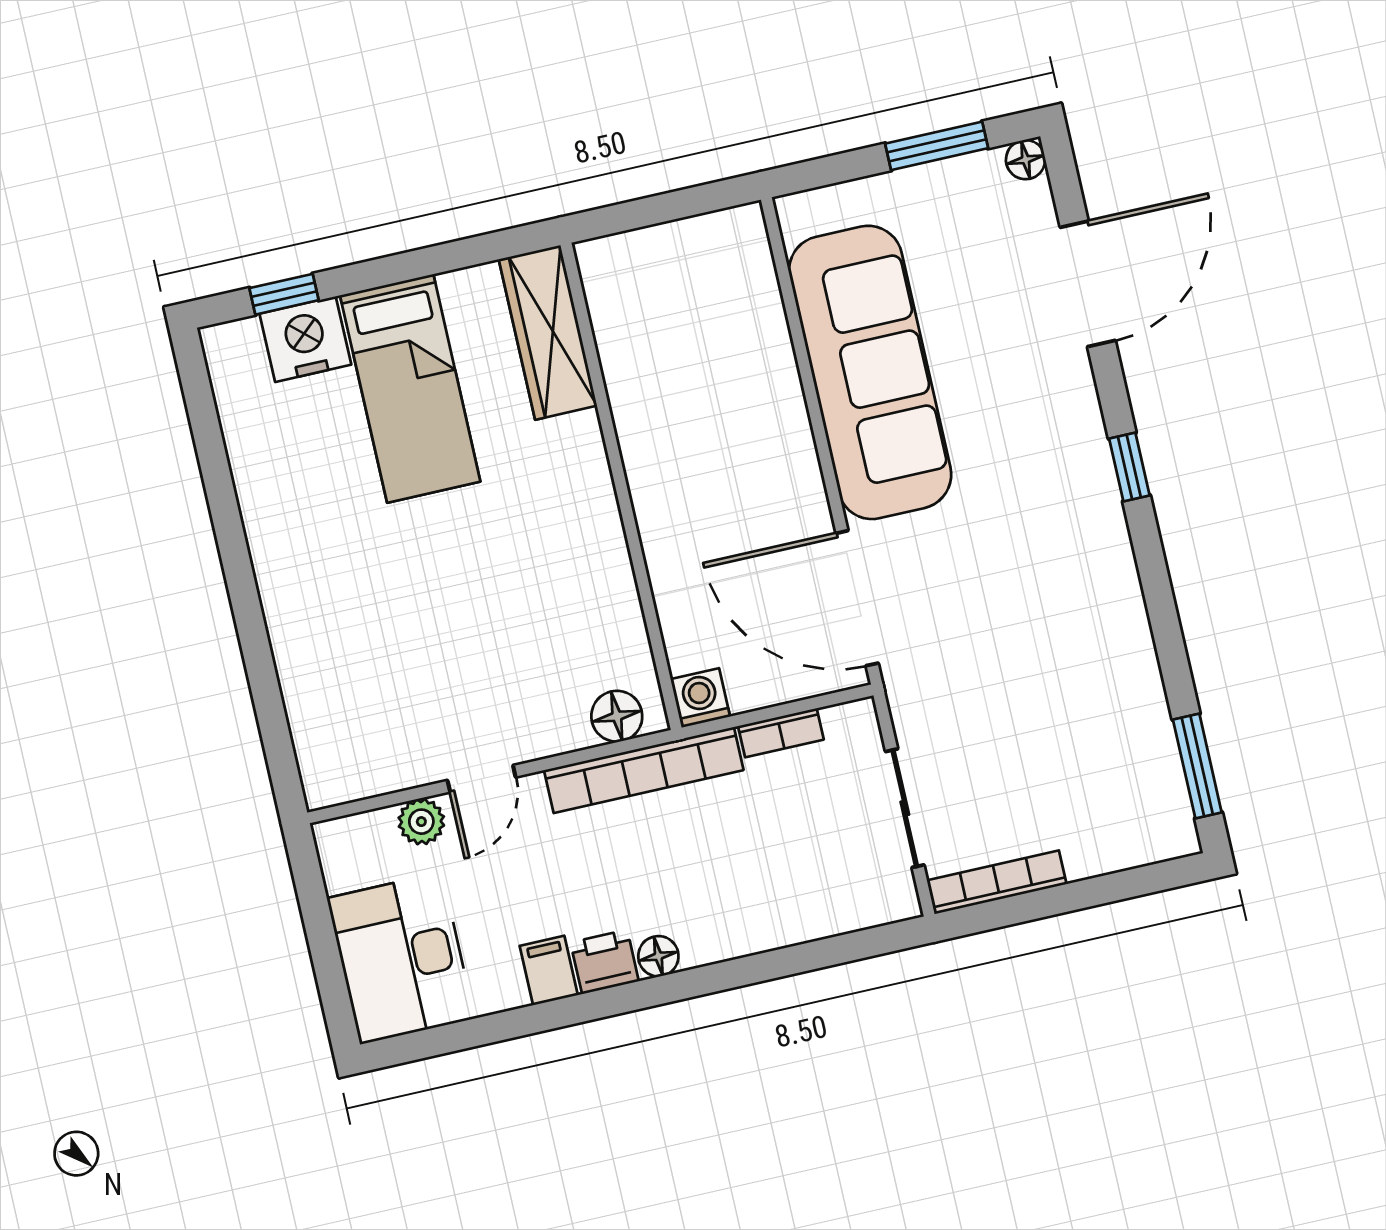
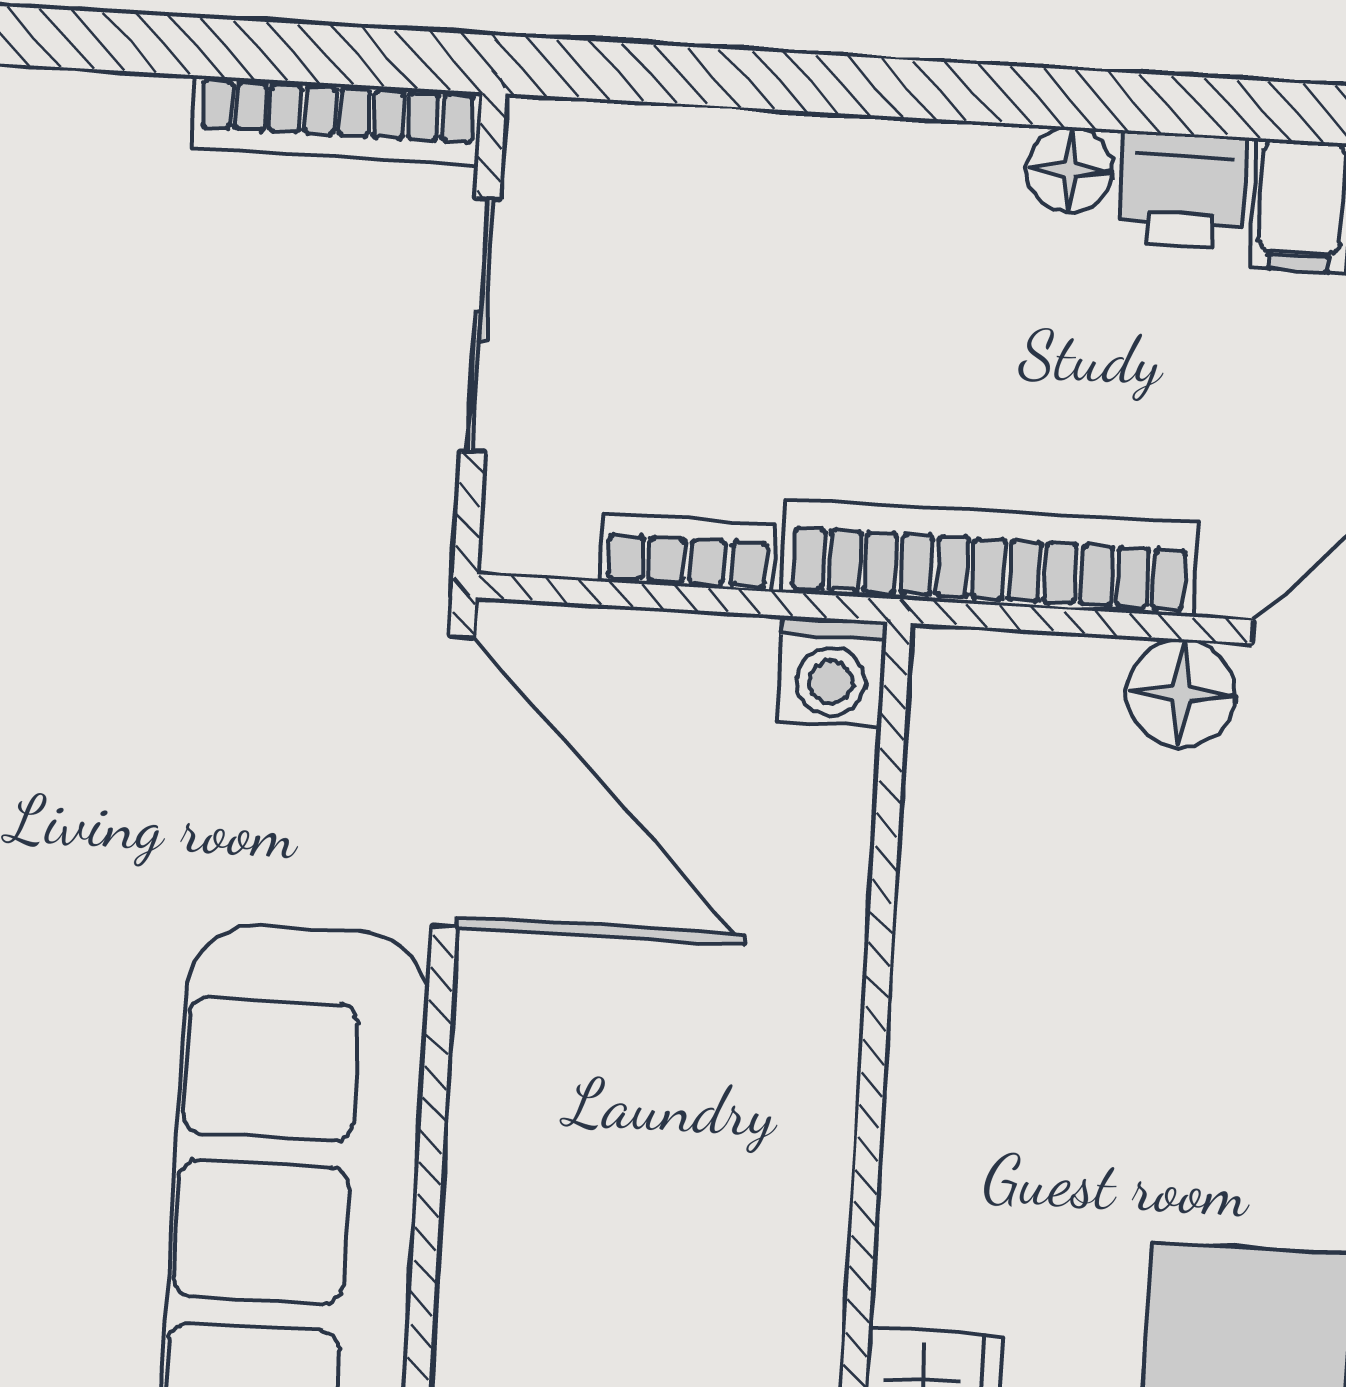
floor lamp: (617, 716) -> (1181, 693), moved

